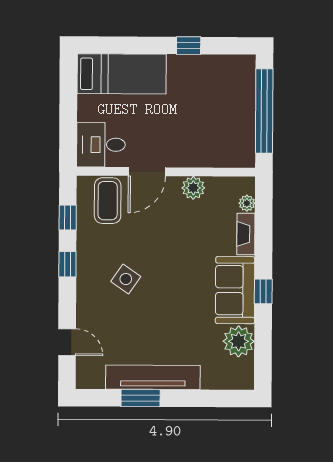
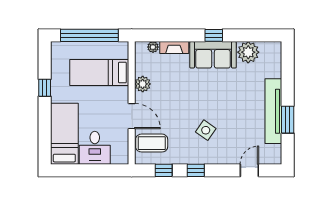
bed: (210, 125) -> (99, 72), added
desk: (101, 145) -> (95, 148), moved

